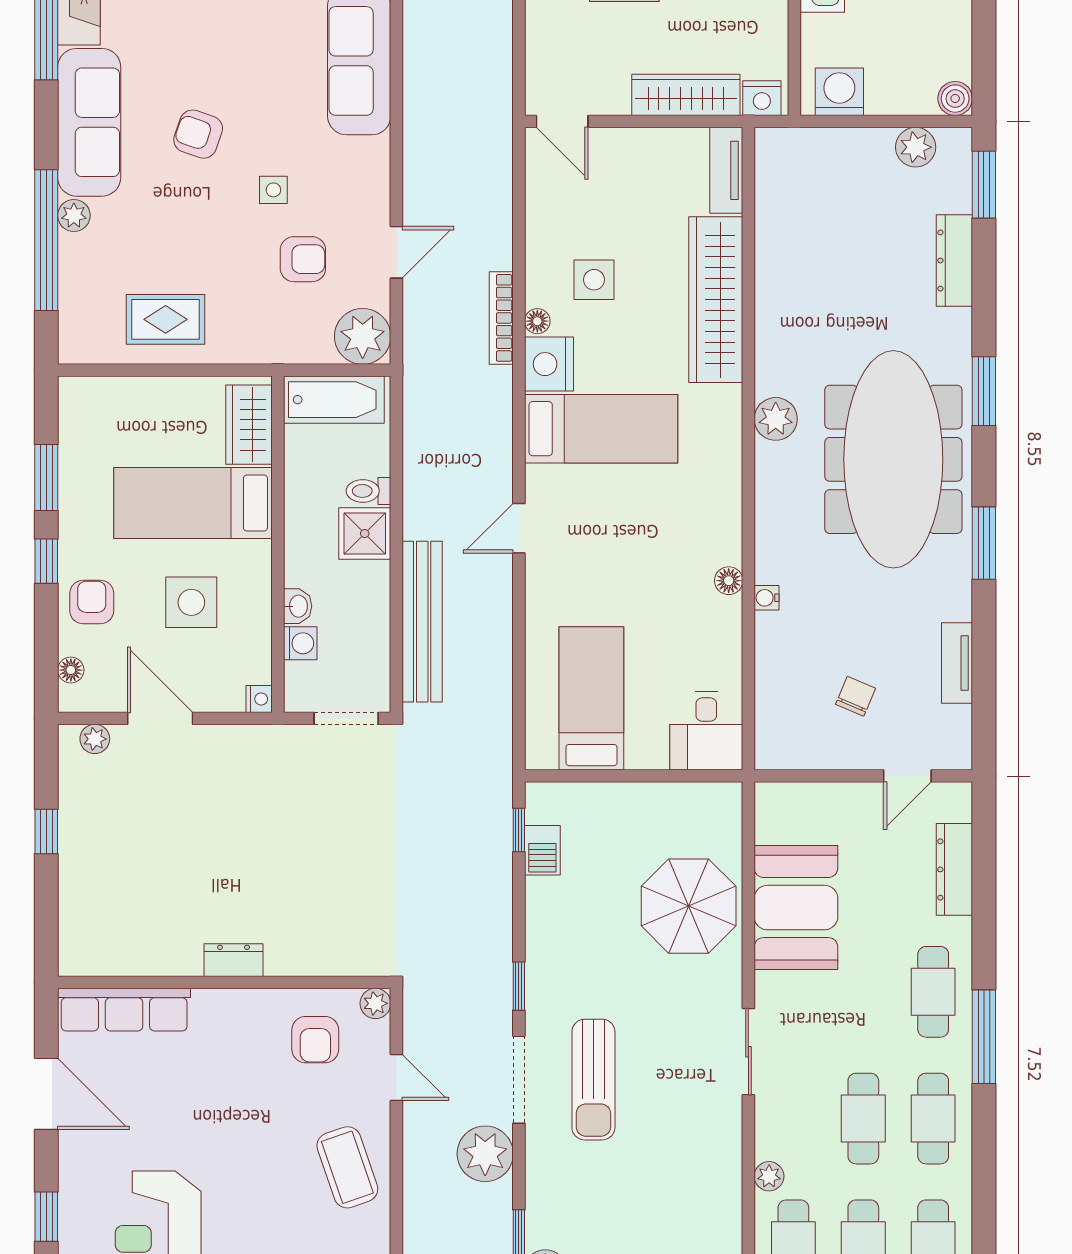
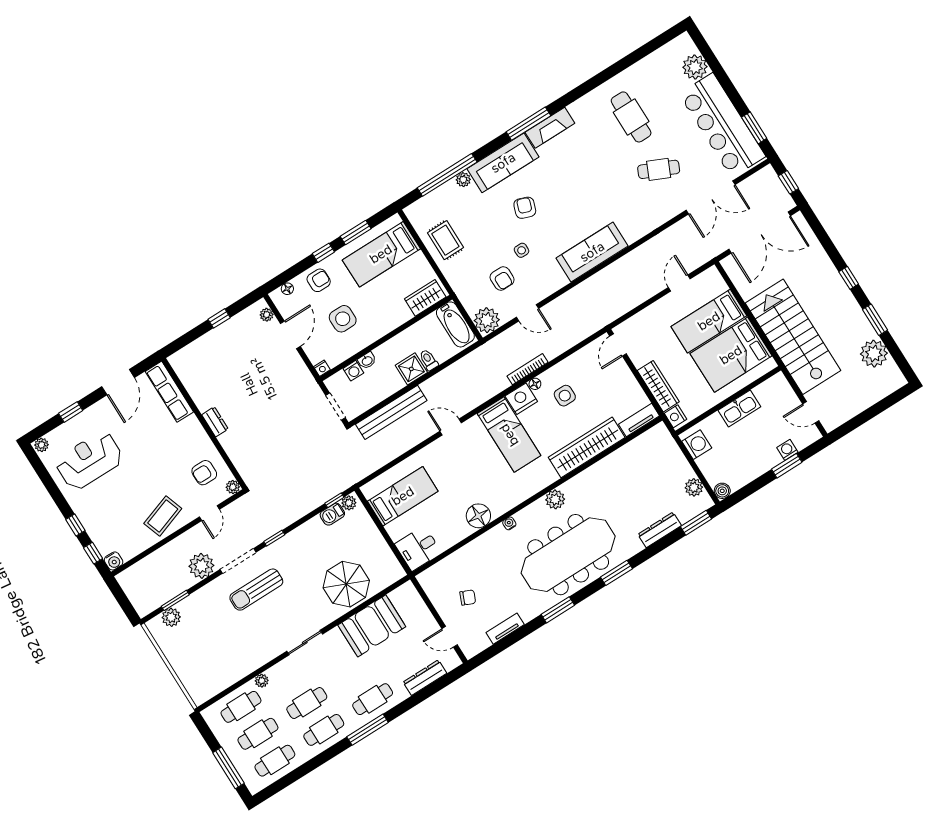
bed: (193, 503) -> (381, 254), moved, turned -90
floor lamp: (729, 581) -> (478, 516), width x1.89, depth x1.89
water cooler: (767, 598) -> (509, 523), moved
plant: (541, 806) -> (349, 503), added

